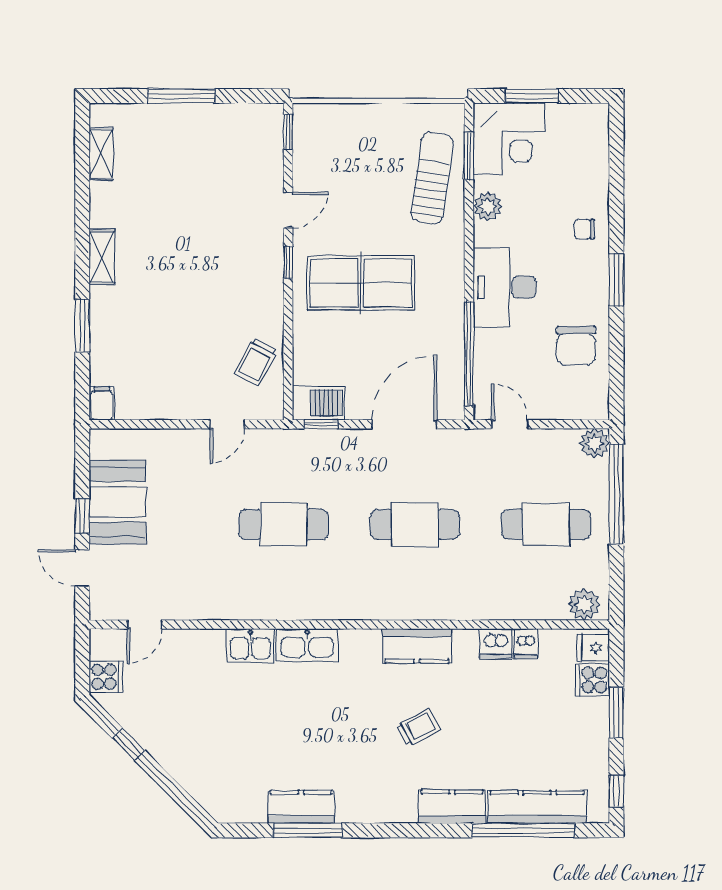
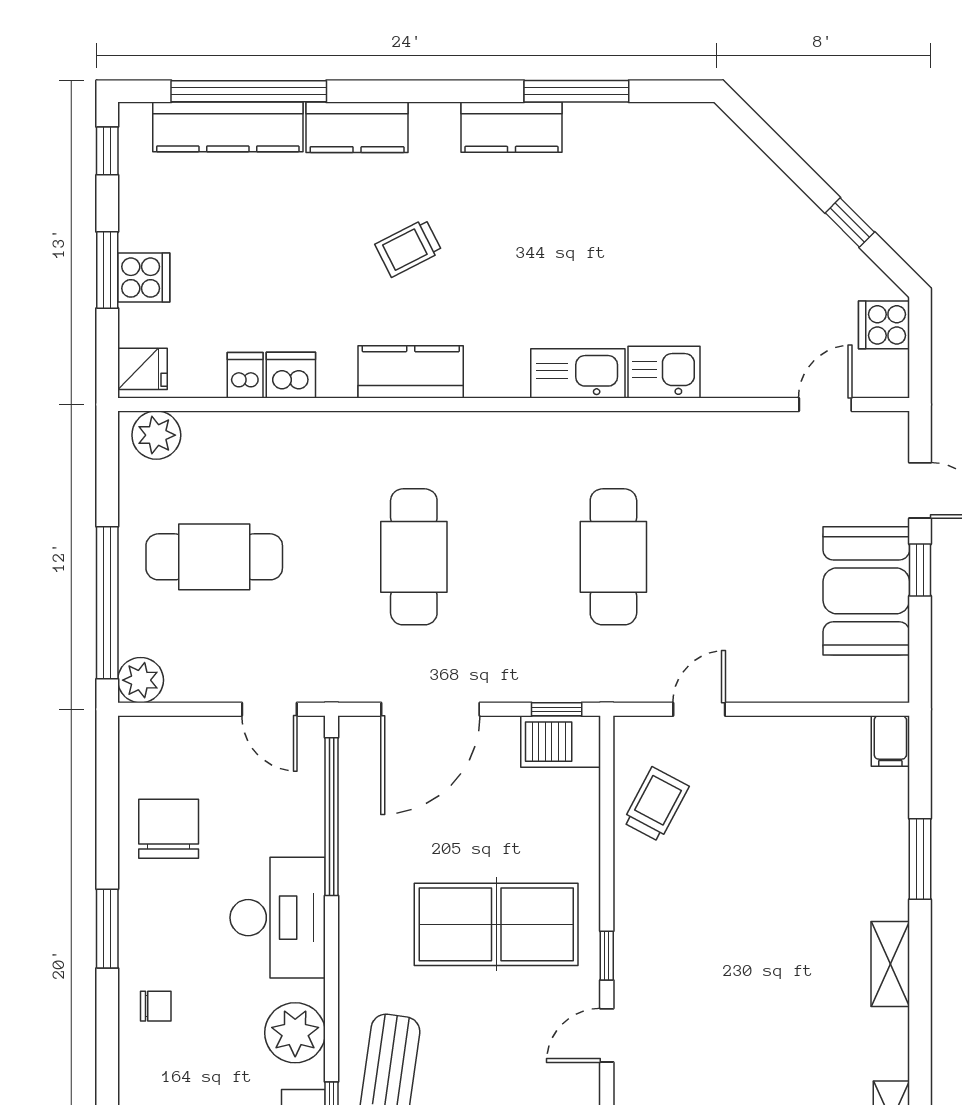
plant: (488, 206) -> (295, 1033), width x1.36, depth x1.36
cafe table: (284, 524) -> (613, 557), turned 90
cafe table: (415, 524) -> (414, 557), turned 90
cooker: (592, 680) -> (144, 278), moved
kitchen counter: (301, 807) -> (511, 127), moved

